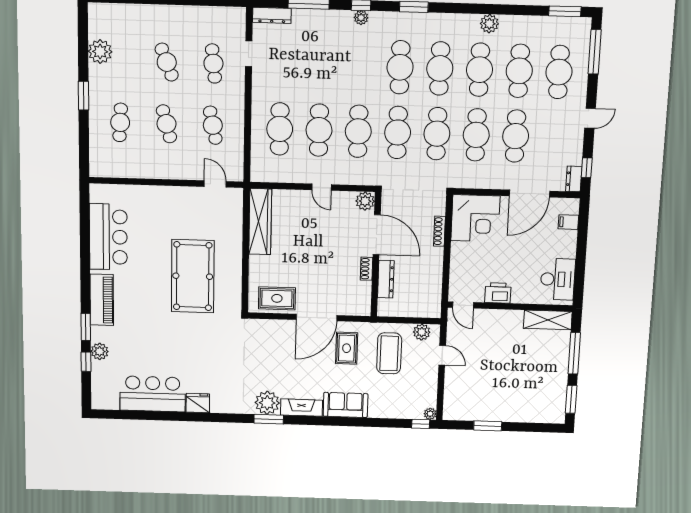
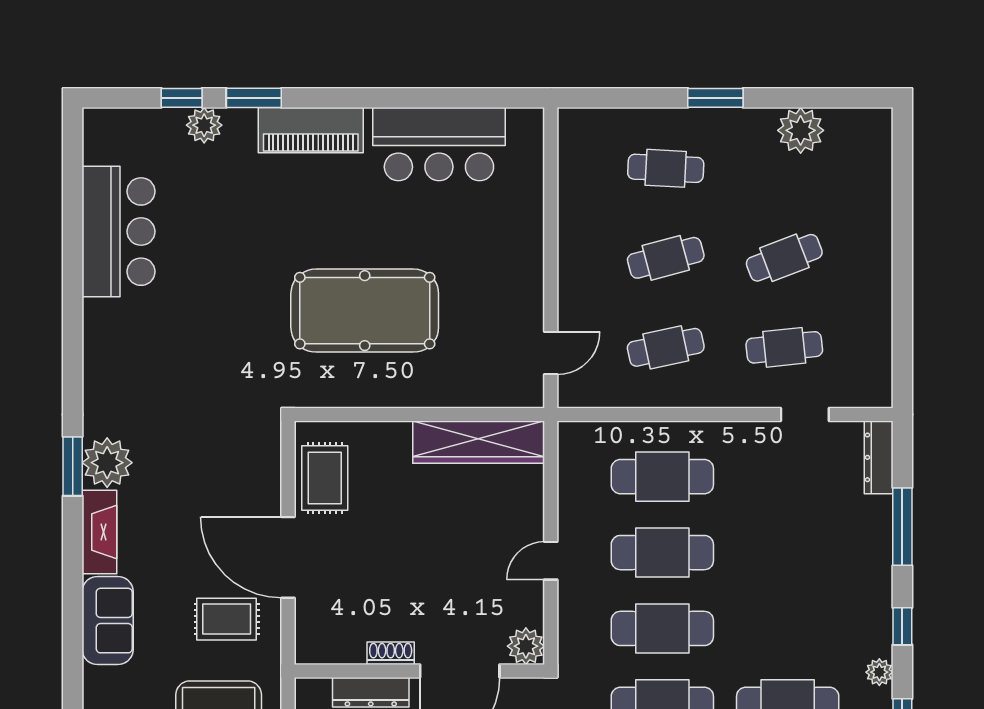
plant: (361, 18) -> (879, 672), moved
fridge: (198, 403) -> (102, 323), removed

